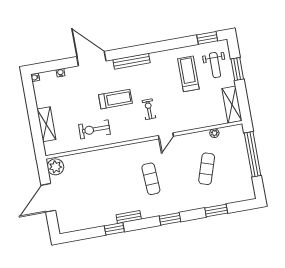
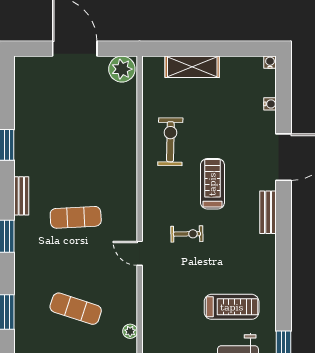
bench: (131, 61) -> (268, 212), width x0.73
treadmill: (115, 99) -> (212, 184), turned 180
bench: (129, 217) -> (21, 196), moved

